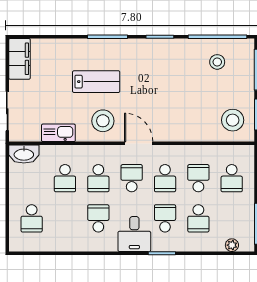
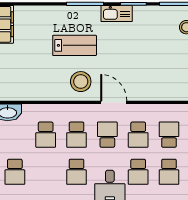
kitchen sink: (58, 133) -> (117, 14), moved, turned 180
school desk: (98, 218) -> (76, 172), turned 180
school desk: (165, 218) -> (138, 172), turned 180

